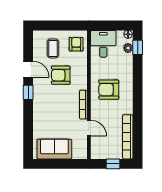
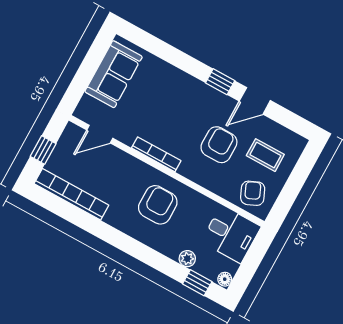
armchair: (76, 44) -> (253, 193), turned -114
plant: (128, 48) -> (187, 259), moved
door: (89, 128) -> (100, 134), moved

